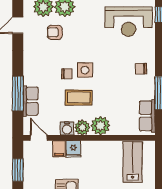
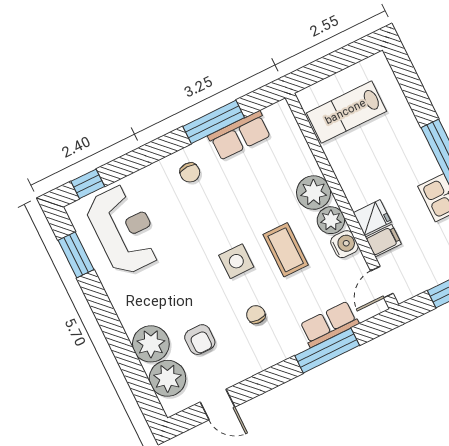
chair: (67, 74) -> (256, 315), moved
row of seats: (147, 116) -> (240, 135), moved

